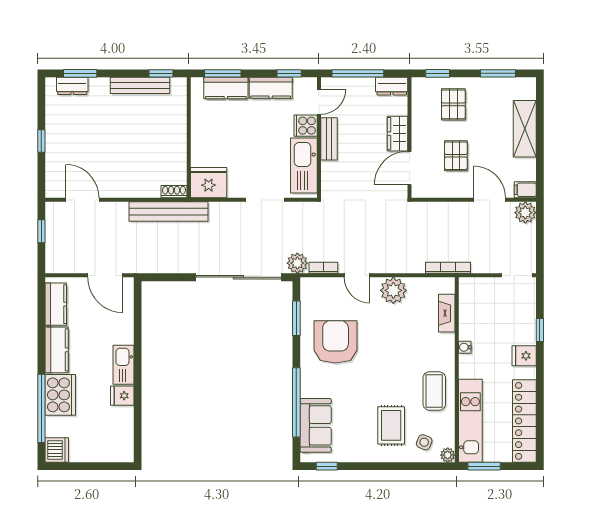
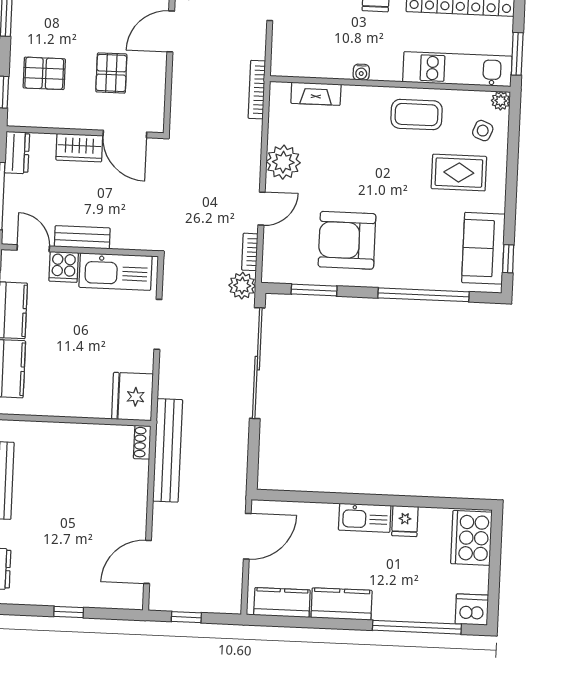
pallet: (456, 156) -> (111, 73), turned 90
cooker: (60, 395) -> (471, 538), moved, turned -90
sofa: (316, 425) -> (483, 248), moved, turned -90

